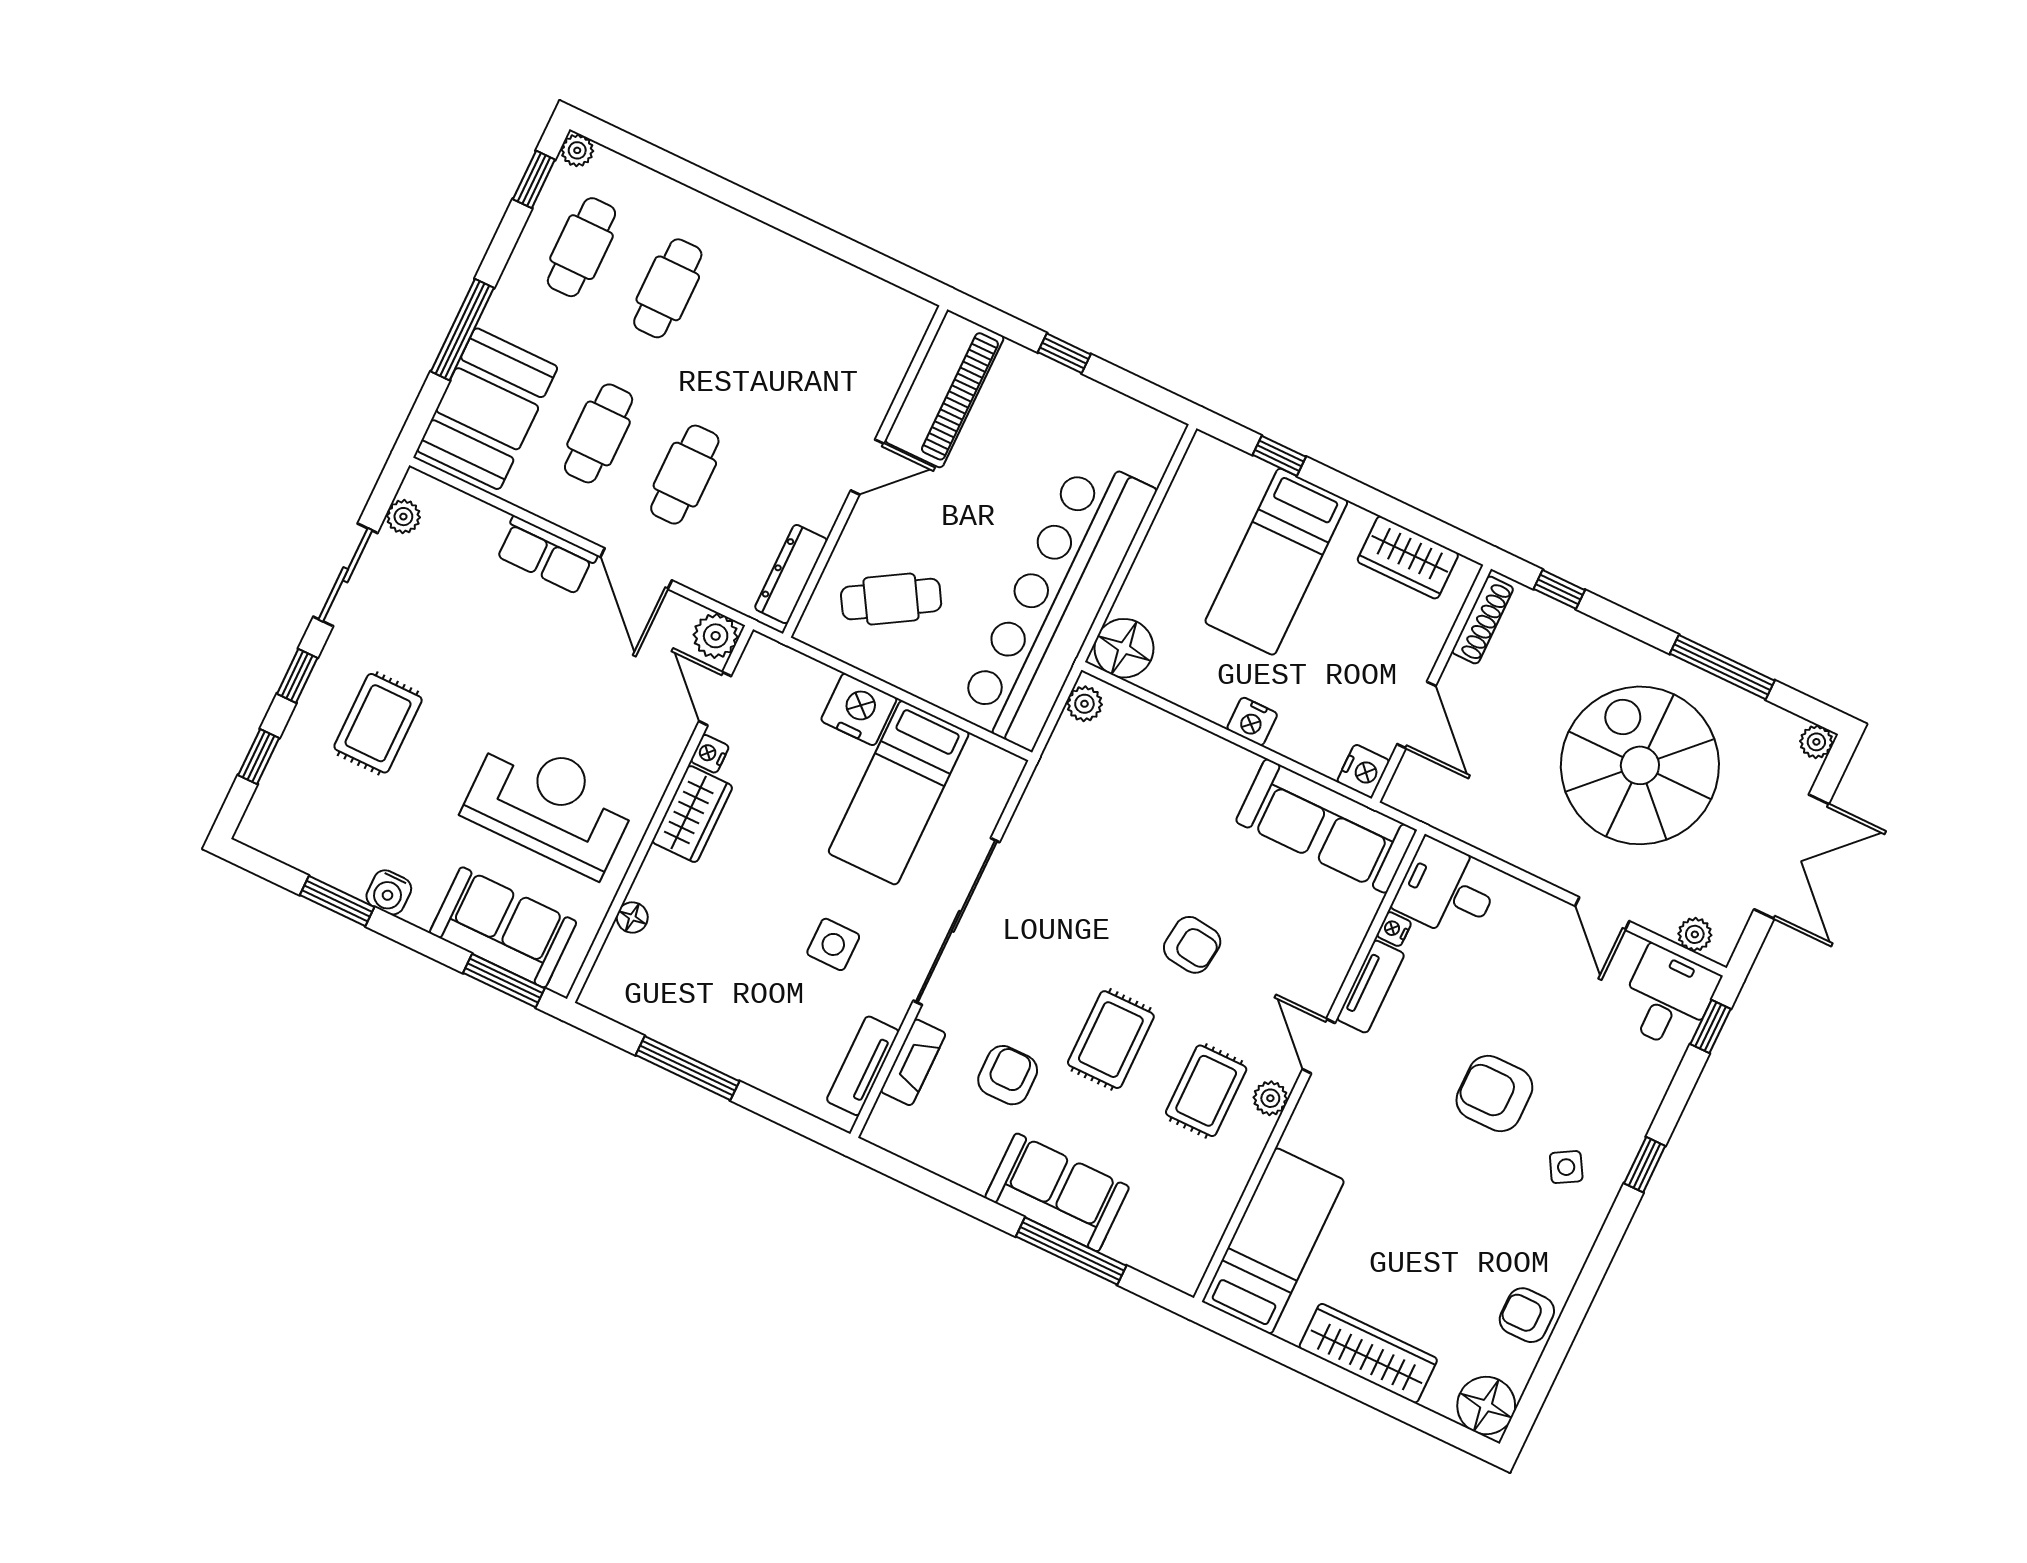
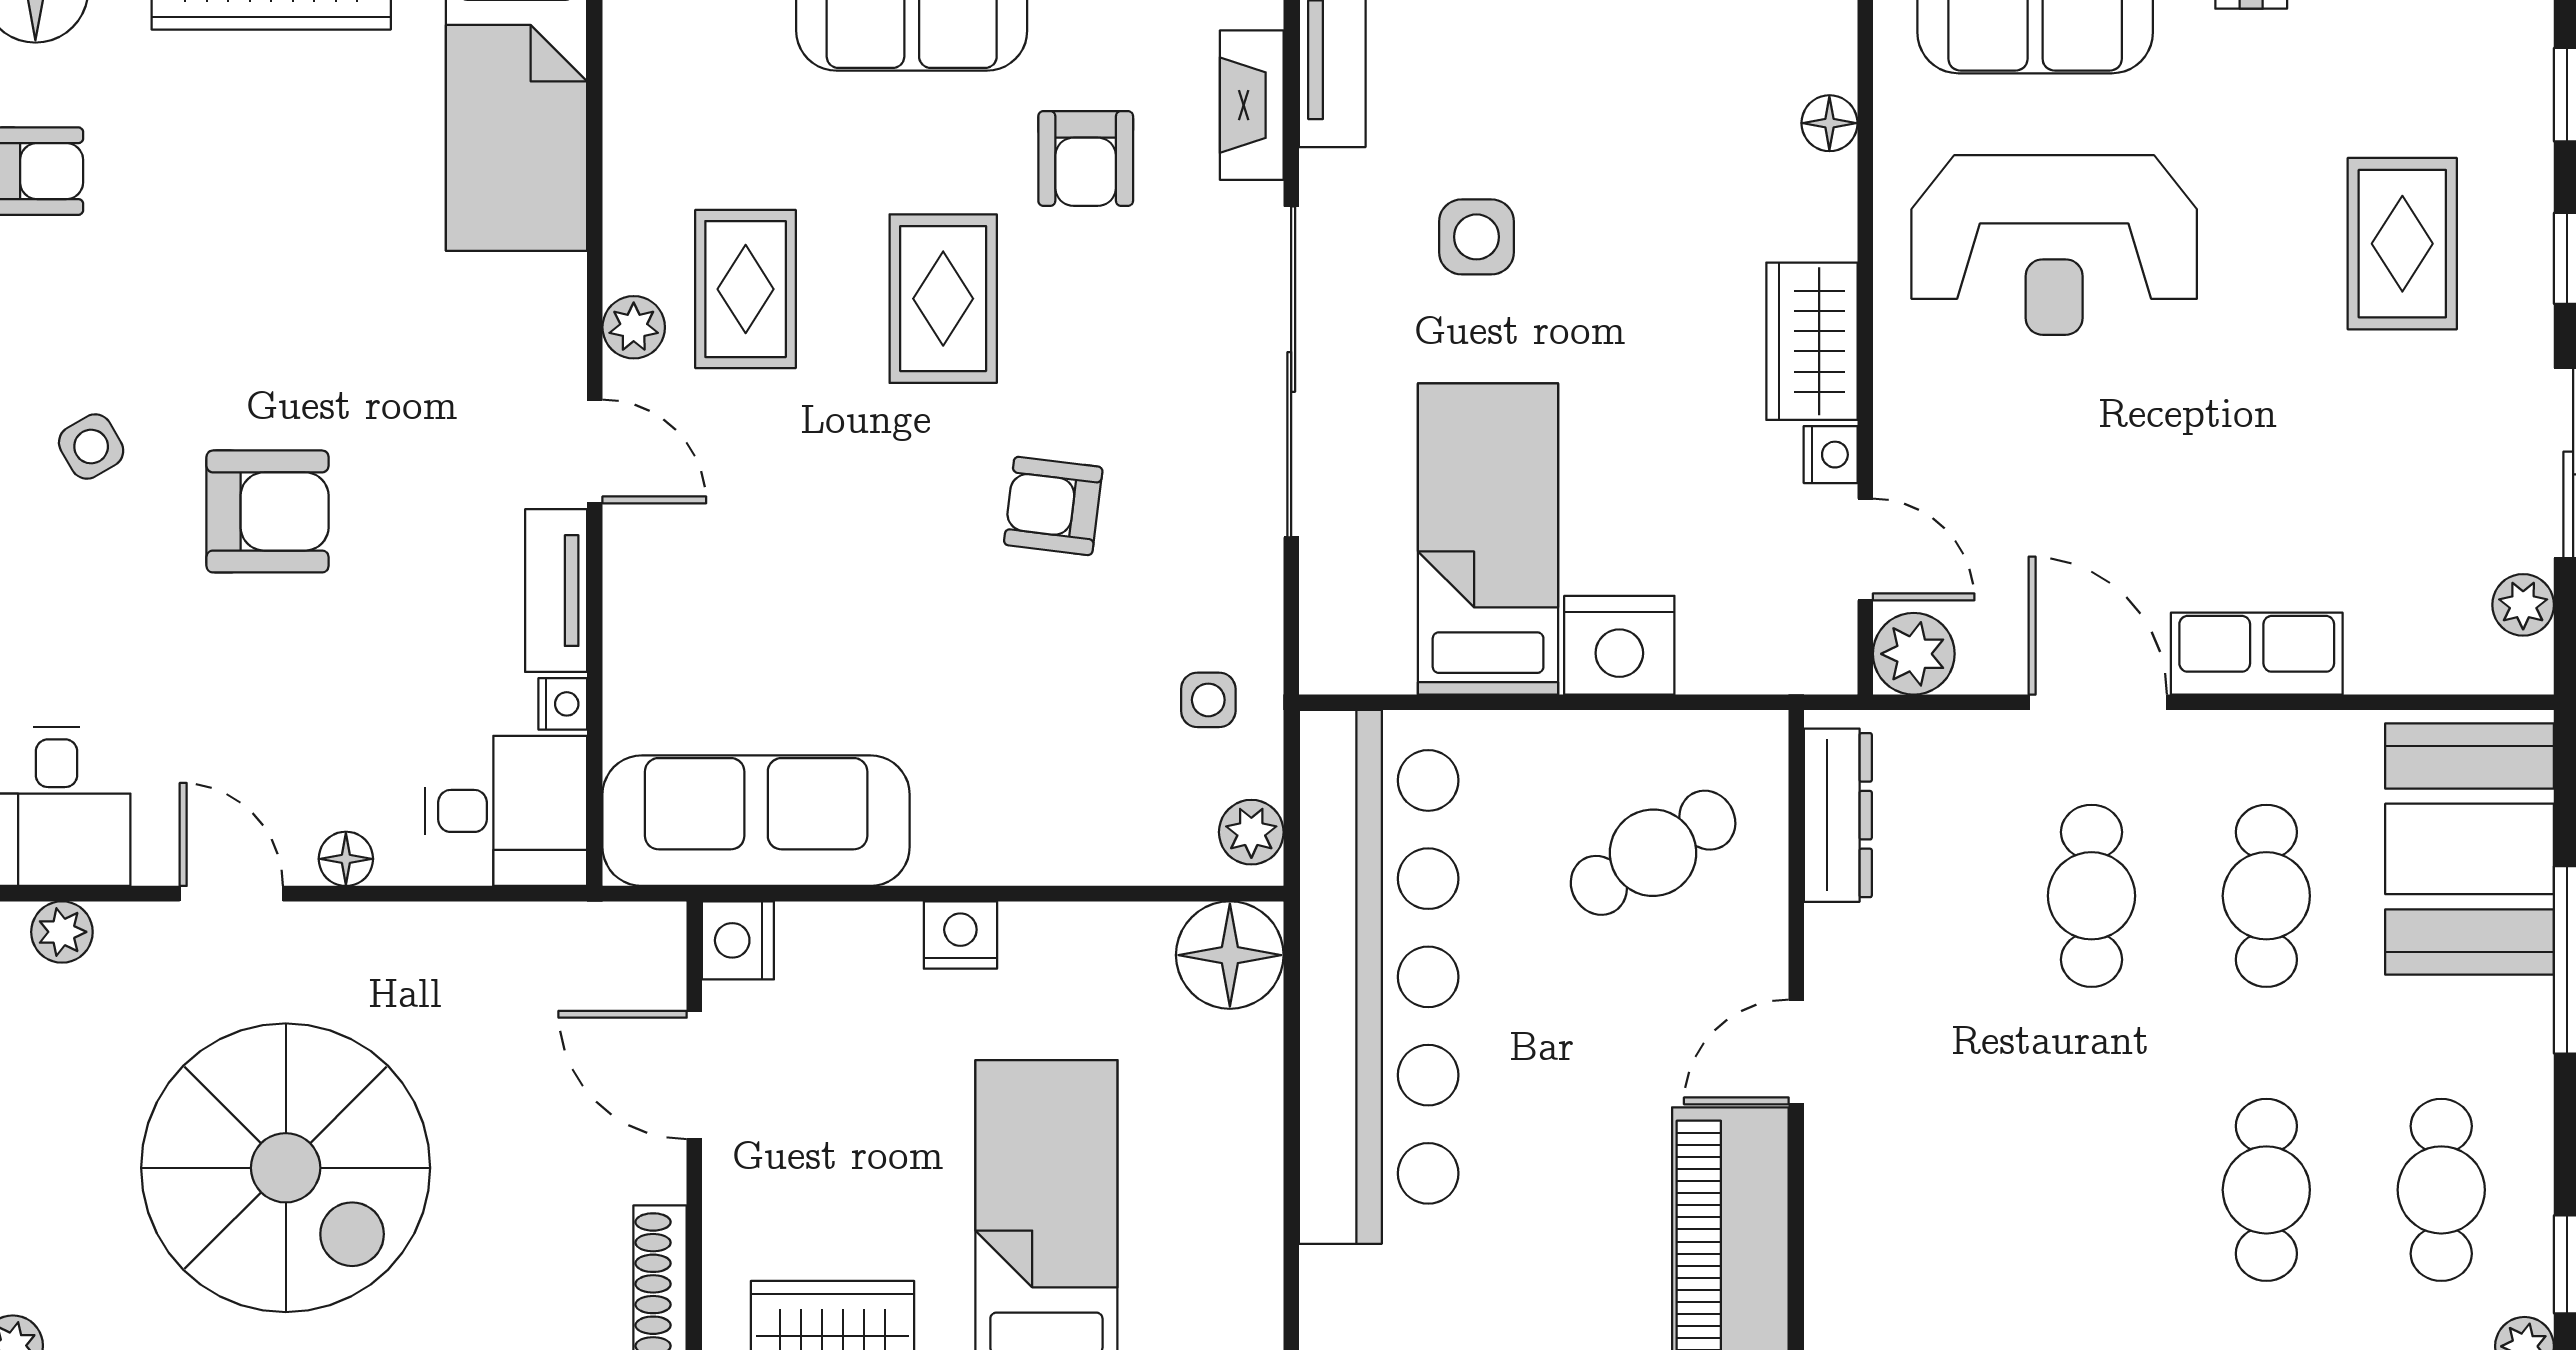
side table: (1075, 779) -> (1208, 700), added
floor lamp: (1537, 904) -> (346, 859), added
armchair: (1192, 945) -> (1053, 506), moved

